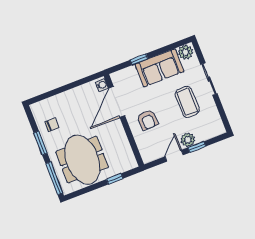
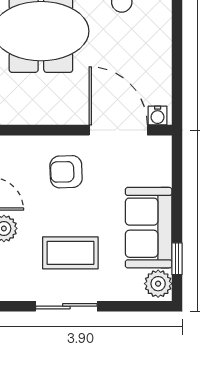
window: (139, 59) -> (177, 259), moved
sliding door: (209, 79) -> (66, 306), moved

